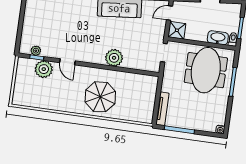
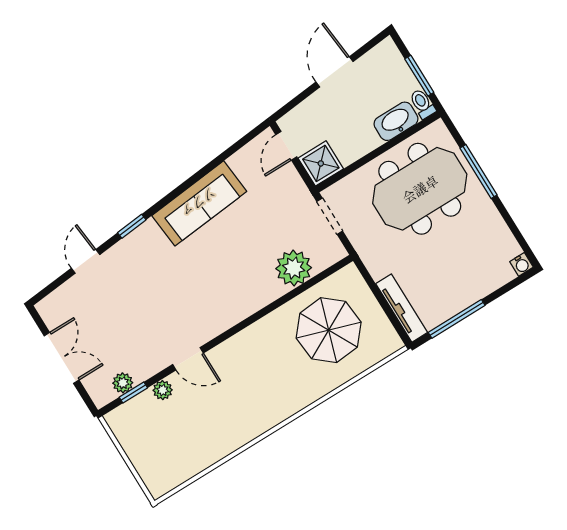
double door: (21, 23) -> (62, 358), added
plant: (114, 58) -> (294, 268), moved
plant: (44, 69) -> (163, 390), width x0.53, depth x0.53
meeting table: (206, 70) -> (420, 189), turned 90
parasol: (100, 97) -> (329, 330), moved

